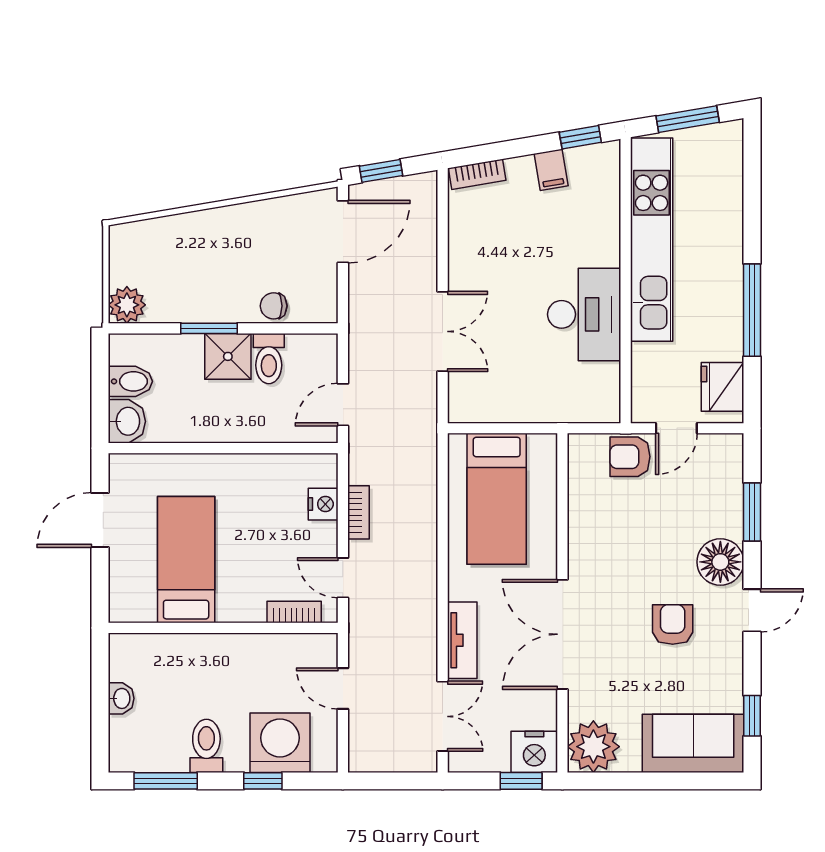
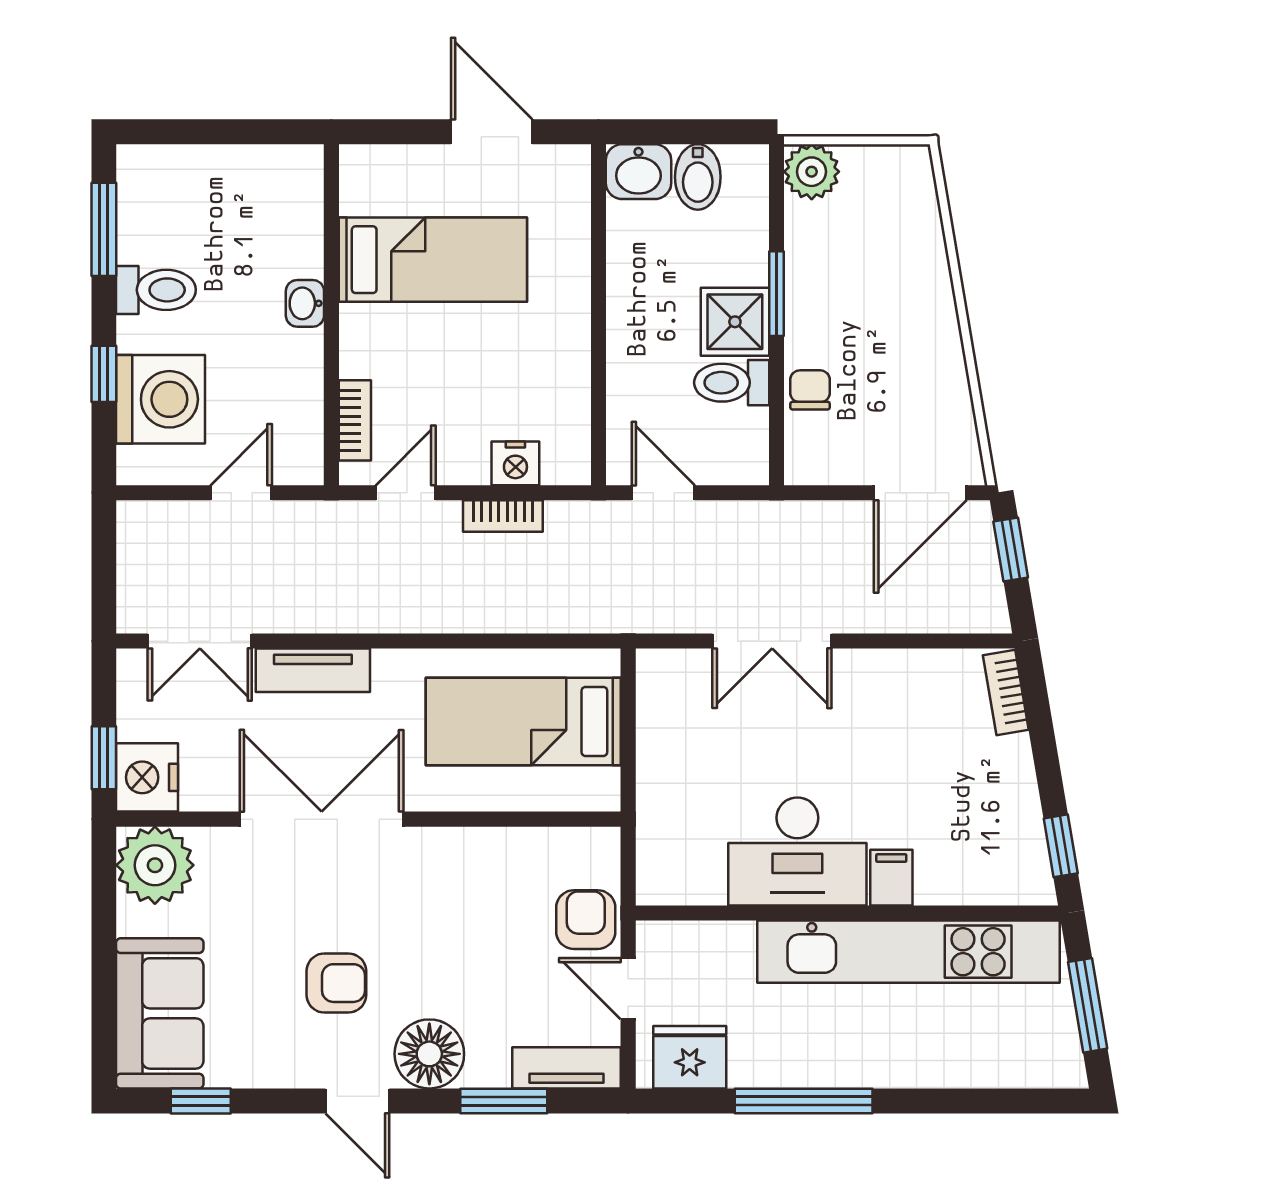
filing cabinet: (551, 170) -> (891, 878), moved, turned 100
door: (343, 232) -> (920, 493), hinge flipped
tv unit: (730, 470) -> (566, 1068), added
washbasin: (121, 698) -> (305, 303), moved, turned 90

